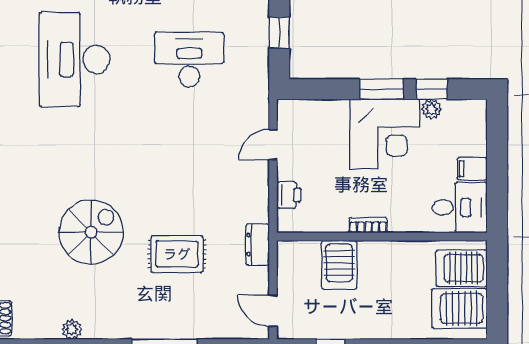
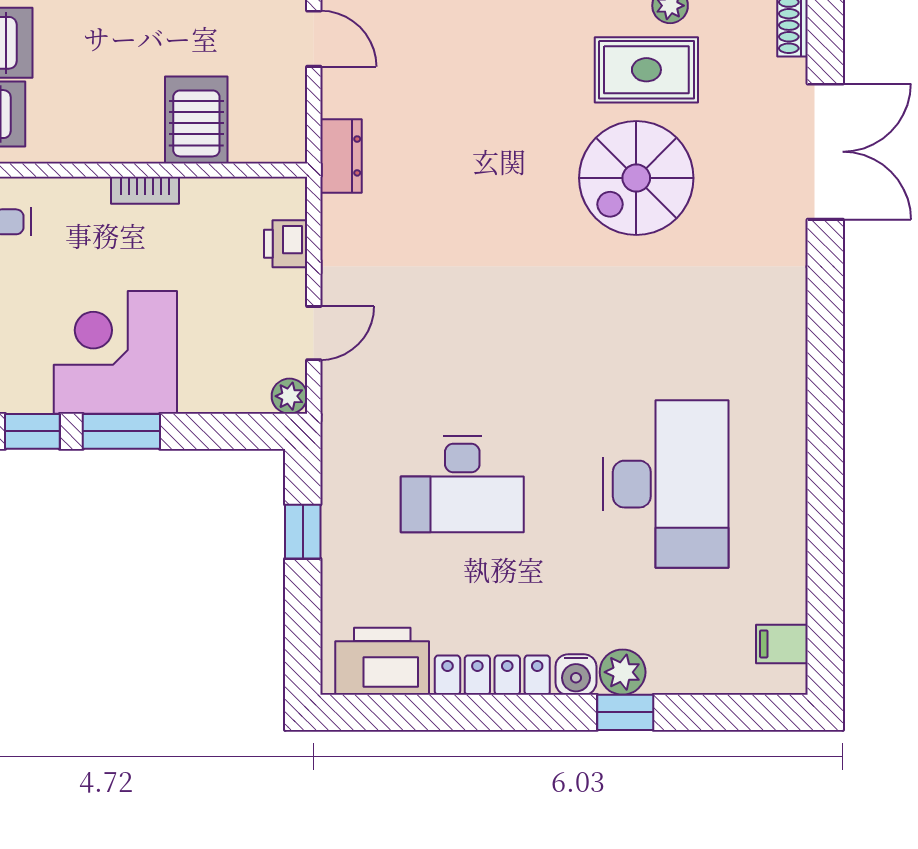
plant: (431, 109) -> (289, 396), moved
rug: (177, 254) -> (646, 70), moved

